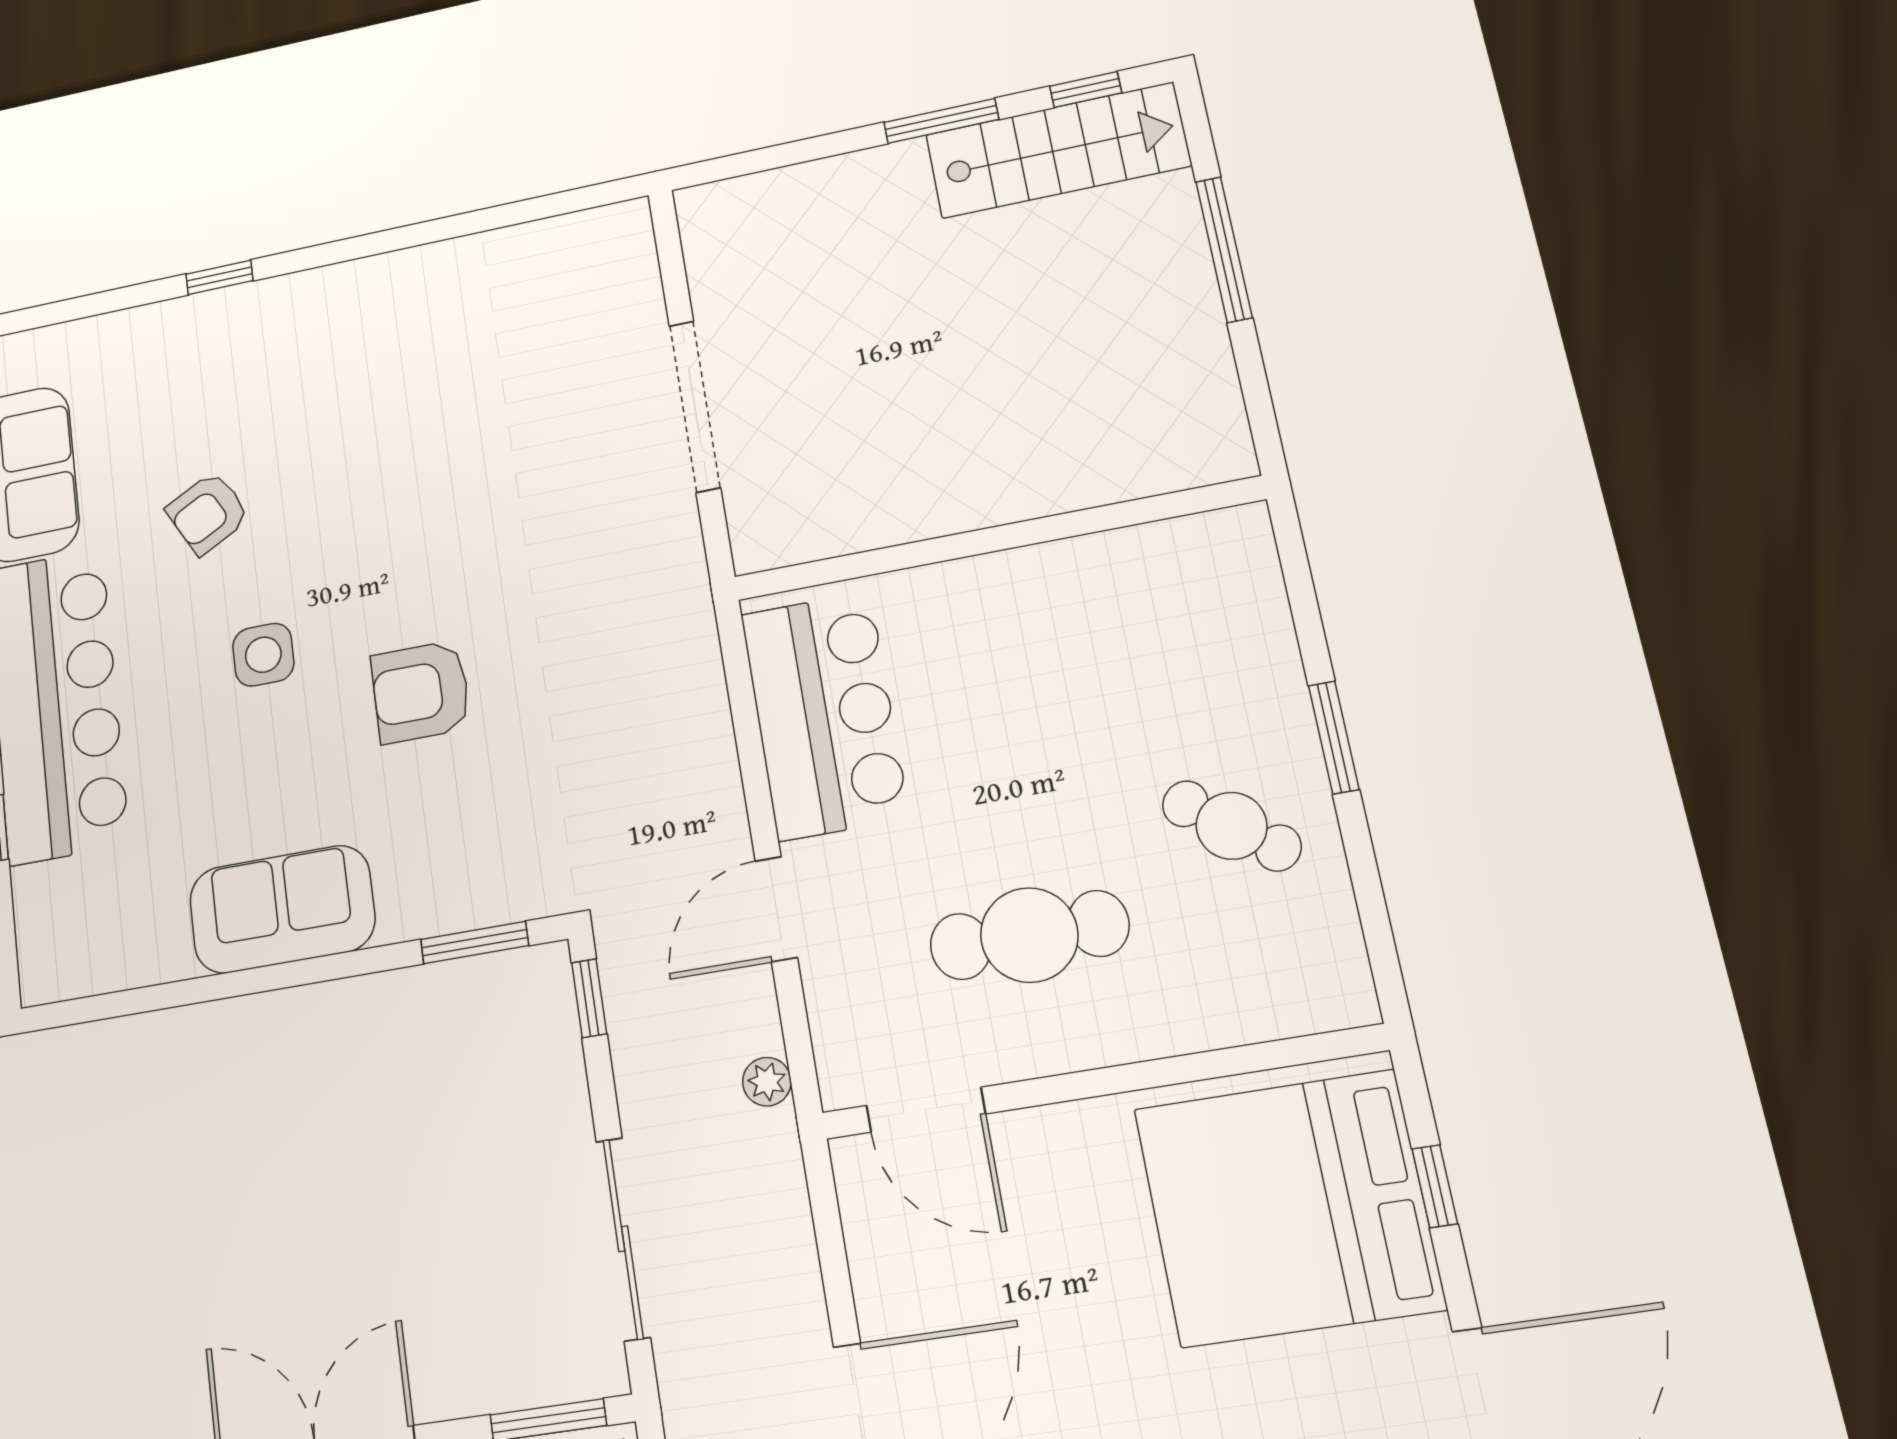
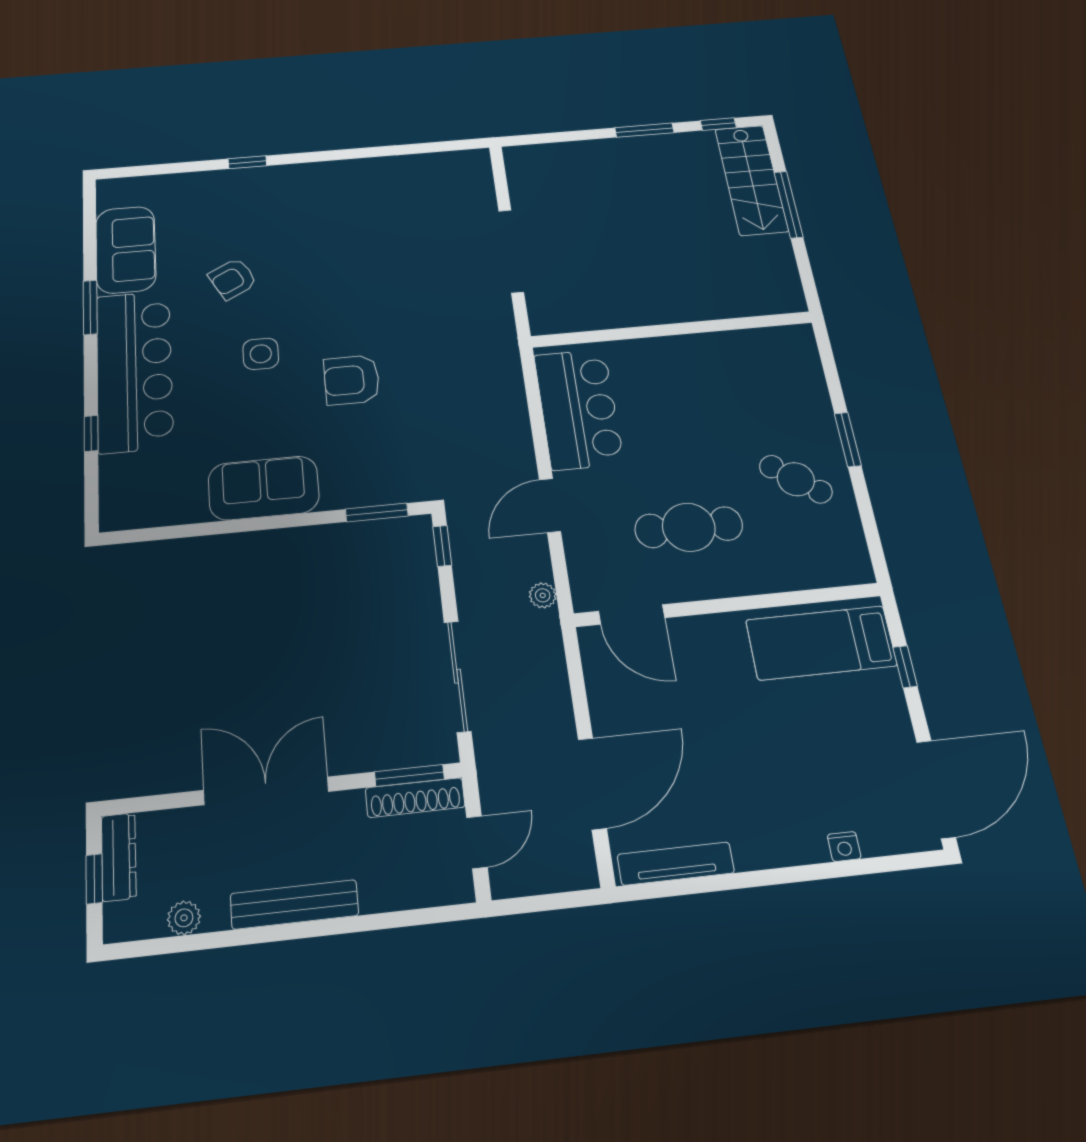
stairs: (1058, 150) -> (751, 180), moved, turned 90
bed: (1288, 1208) -> (821, 643), width x0.49

